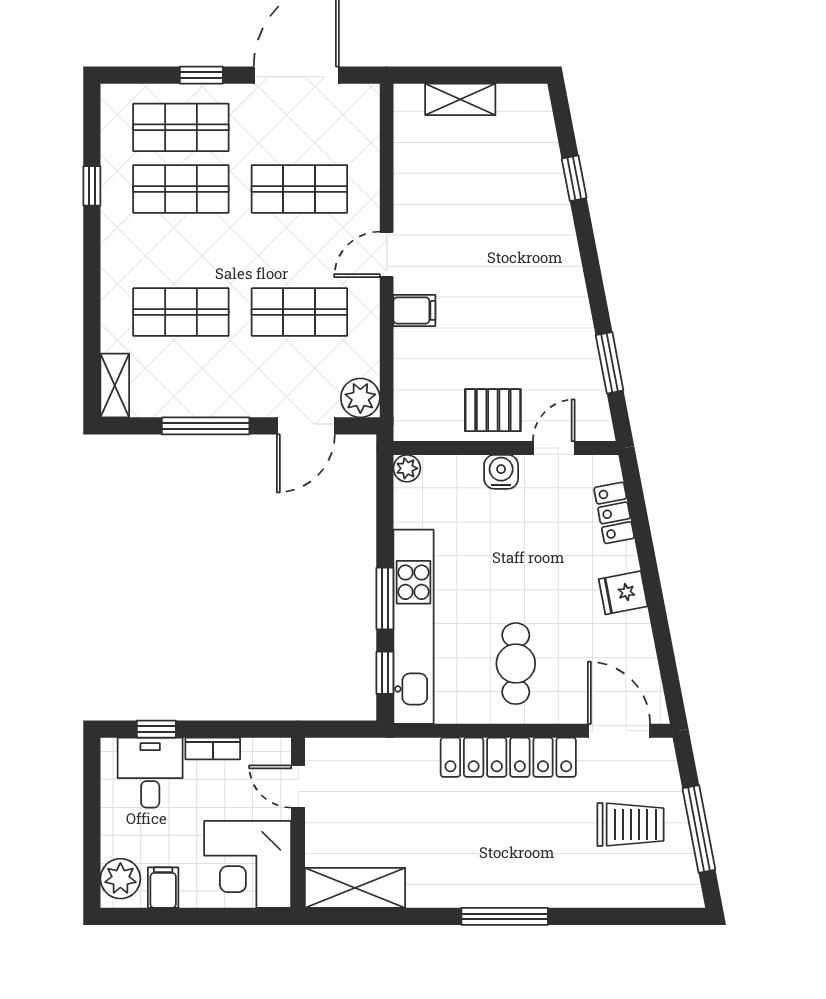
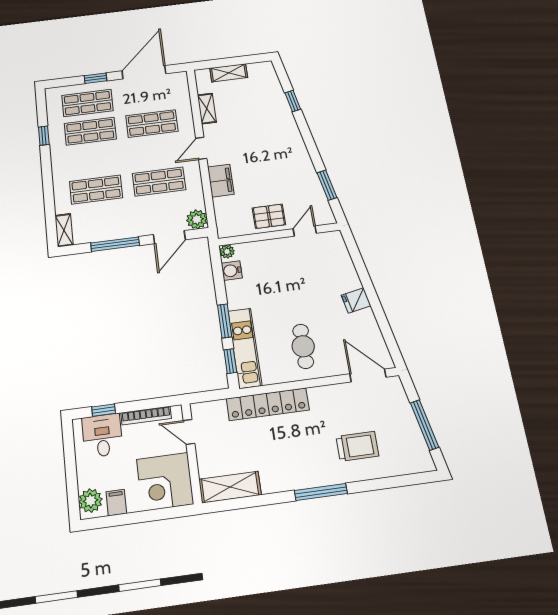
shelving: (408, 172) -> (207, 109), added
filing cabinet: (414, 310) -> (221, 181), width x2.00
water cooler: (501, 472) -> (232, 271), moved, turned -90
locker: (614, 513) -> (343, 260), removed
kitchen unit: (413, 627) -> (245, 348), width x0.73
bookcase: (213, 749) -> (146, 416), width x1.56
locker: (508, 757) -> (268, 404), moved
trolley: (631, 824) -> (357, 446), moved

